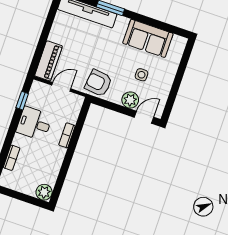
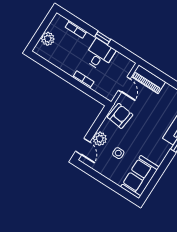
sofa: (148, 38) -> (140, 177), moved
window: (22, 101) -> (103, 38), moved
plant: (44, 192) -> (48, 39), moved

